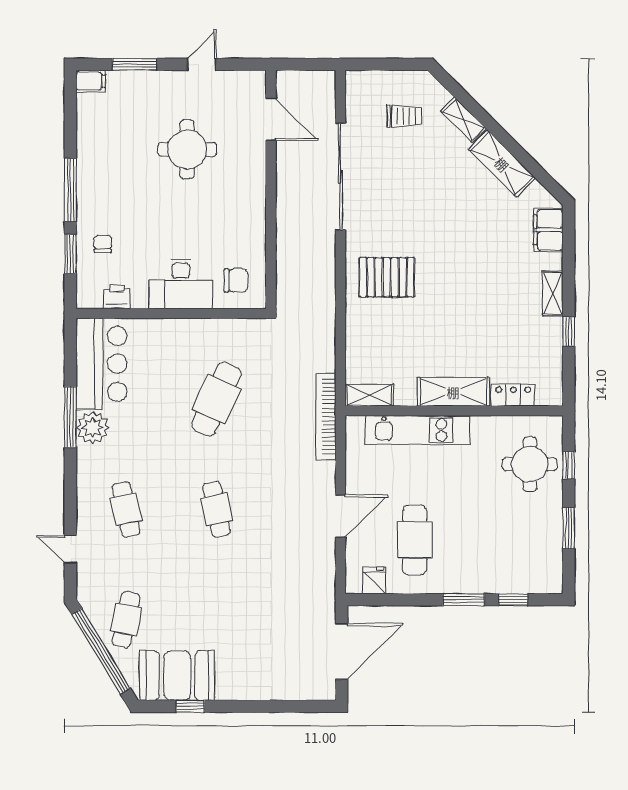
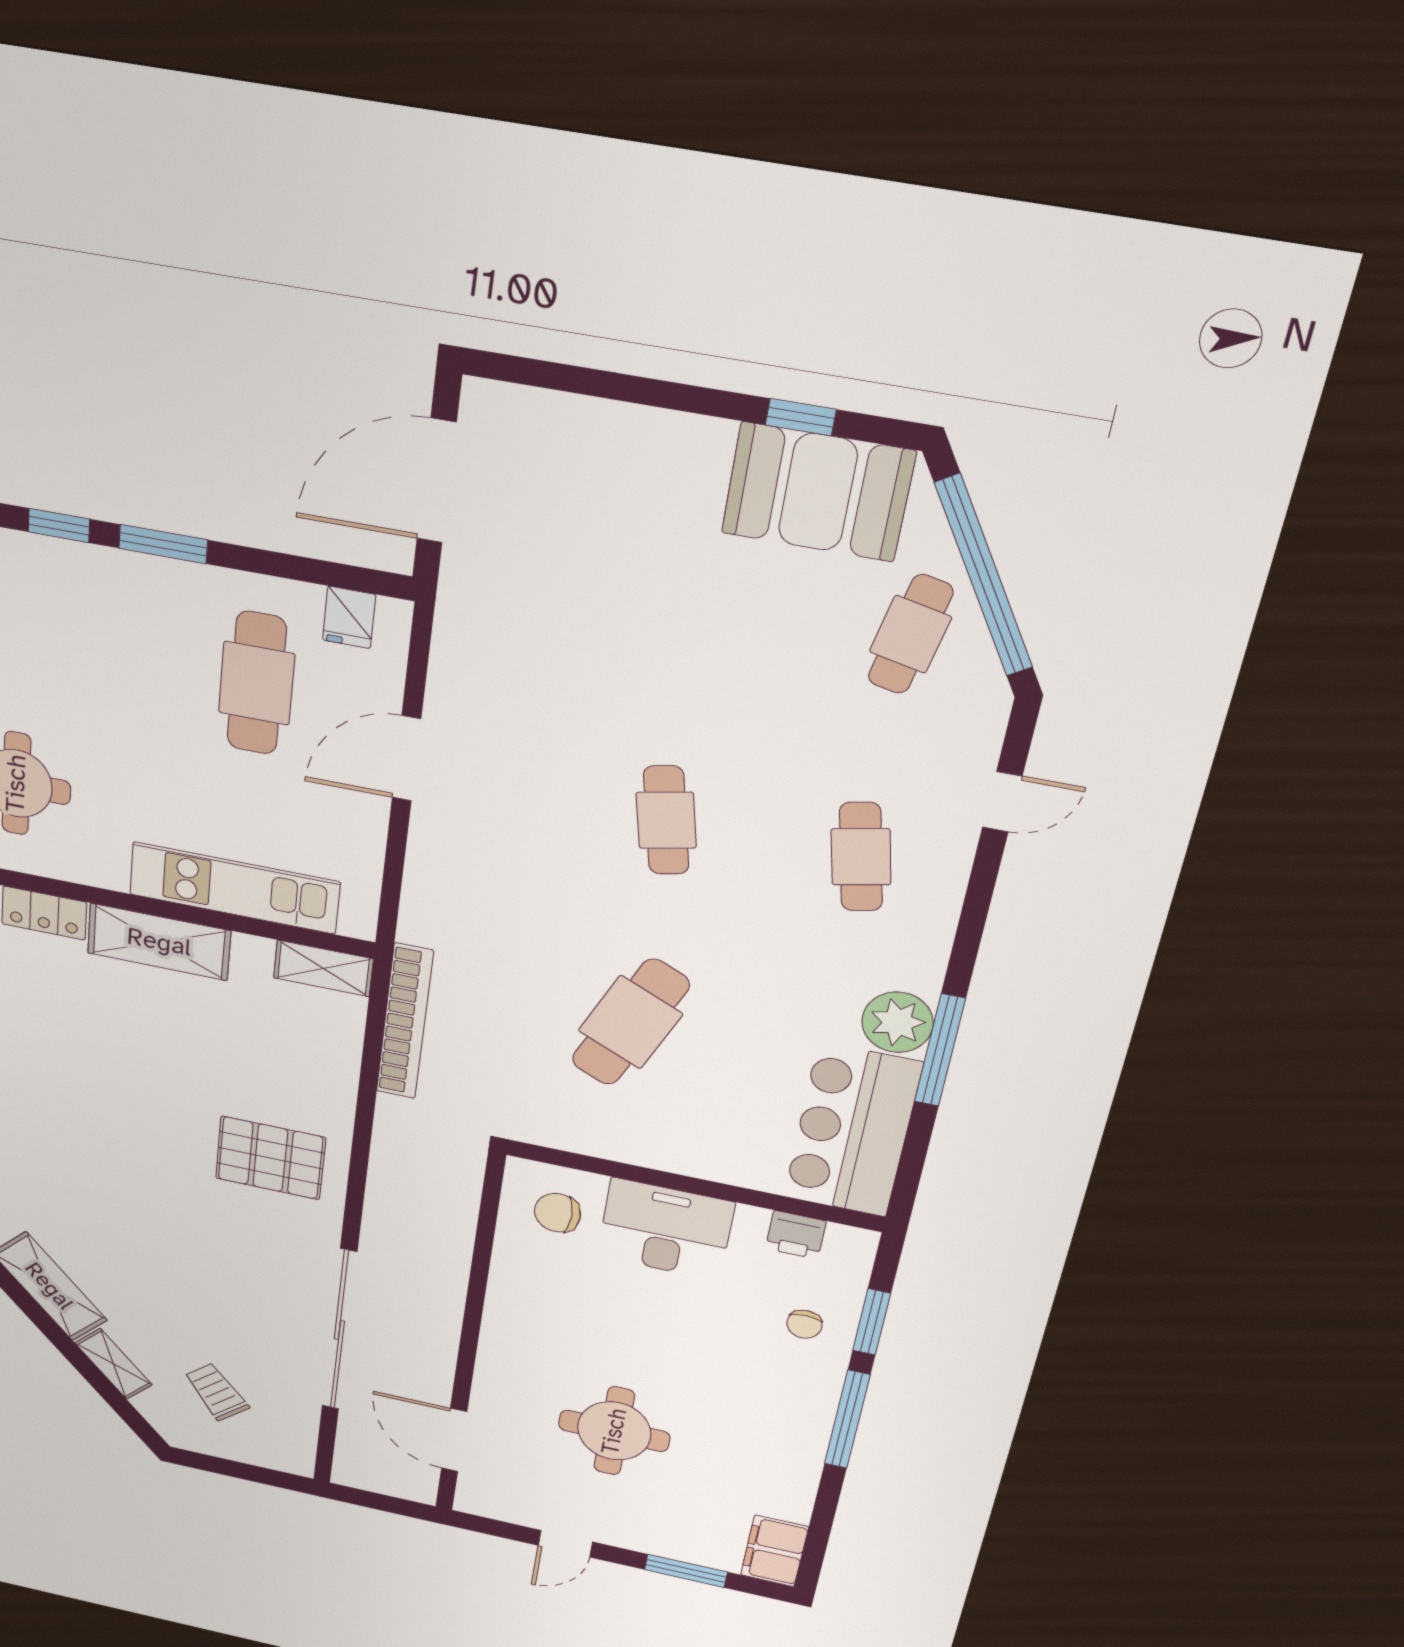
filing cabinet: (91, 81) -> (774, 1551), width x2.00
trolley: (404, 116) -> (216, 1392), turned 50
bookcase: (326, 417) -> (405, 1022), moved
door: (70, 549) -> (1002, 802), hinge flipped

